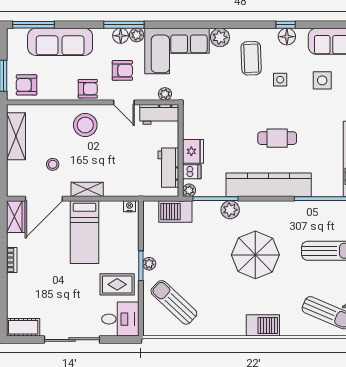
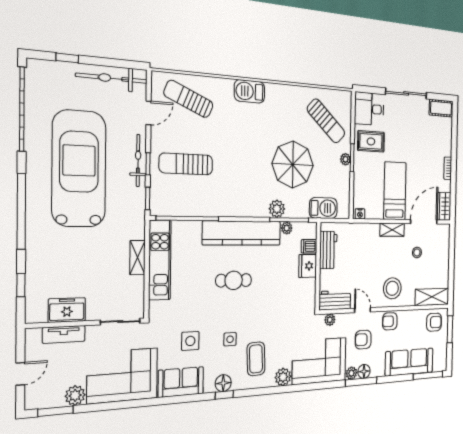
shelving: (16, 136) -> (432, 297), moved, turned 90
plant: (189, 190) -> (287, 228), moved
parasol: (255, 255) -> (293, 165), moved

